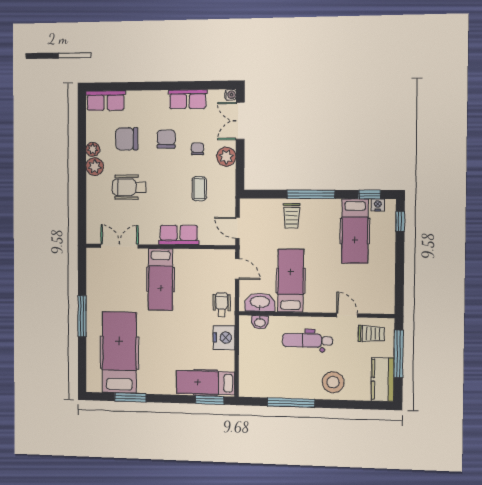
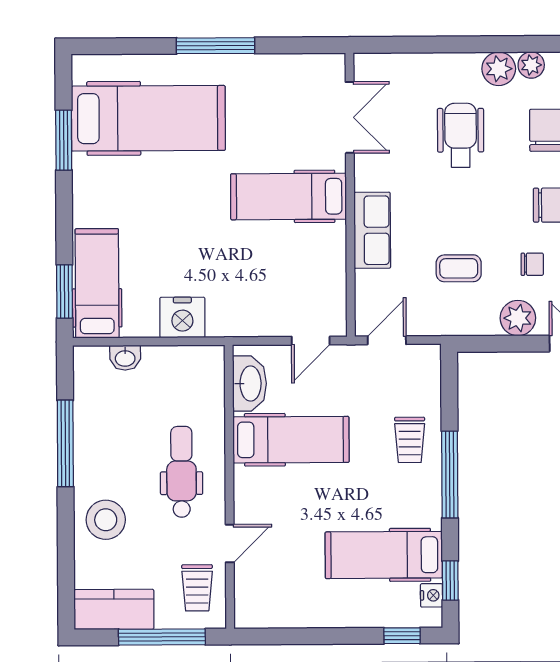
trolley: (292, 216) -> (410, 440), turned -90
wheelchair: (222, 305) -> (244, 312), removed
washbasin: (260, 322) -> (125, 358), moved, turned -90

